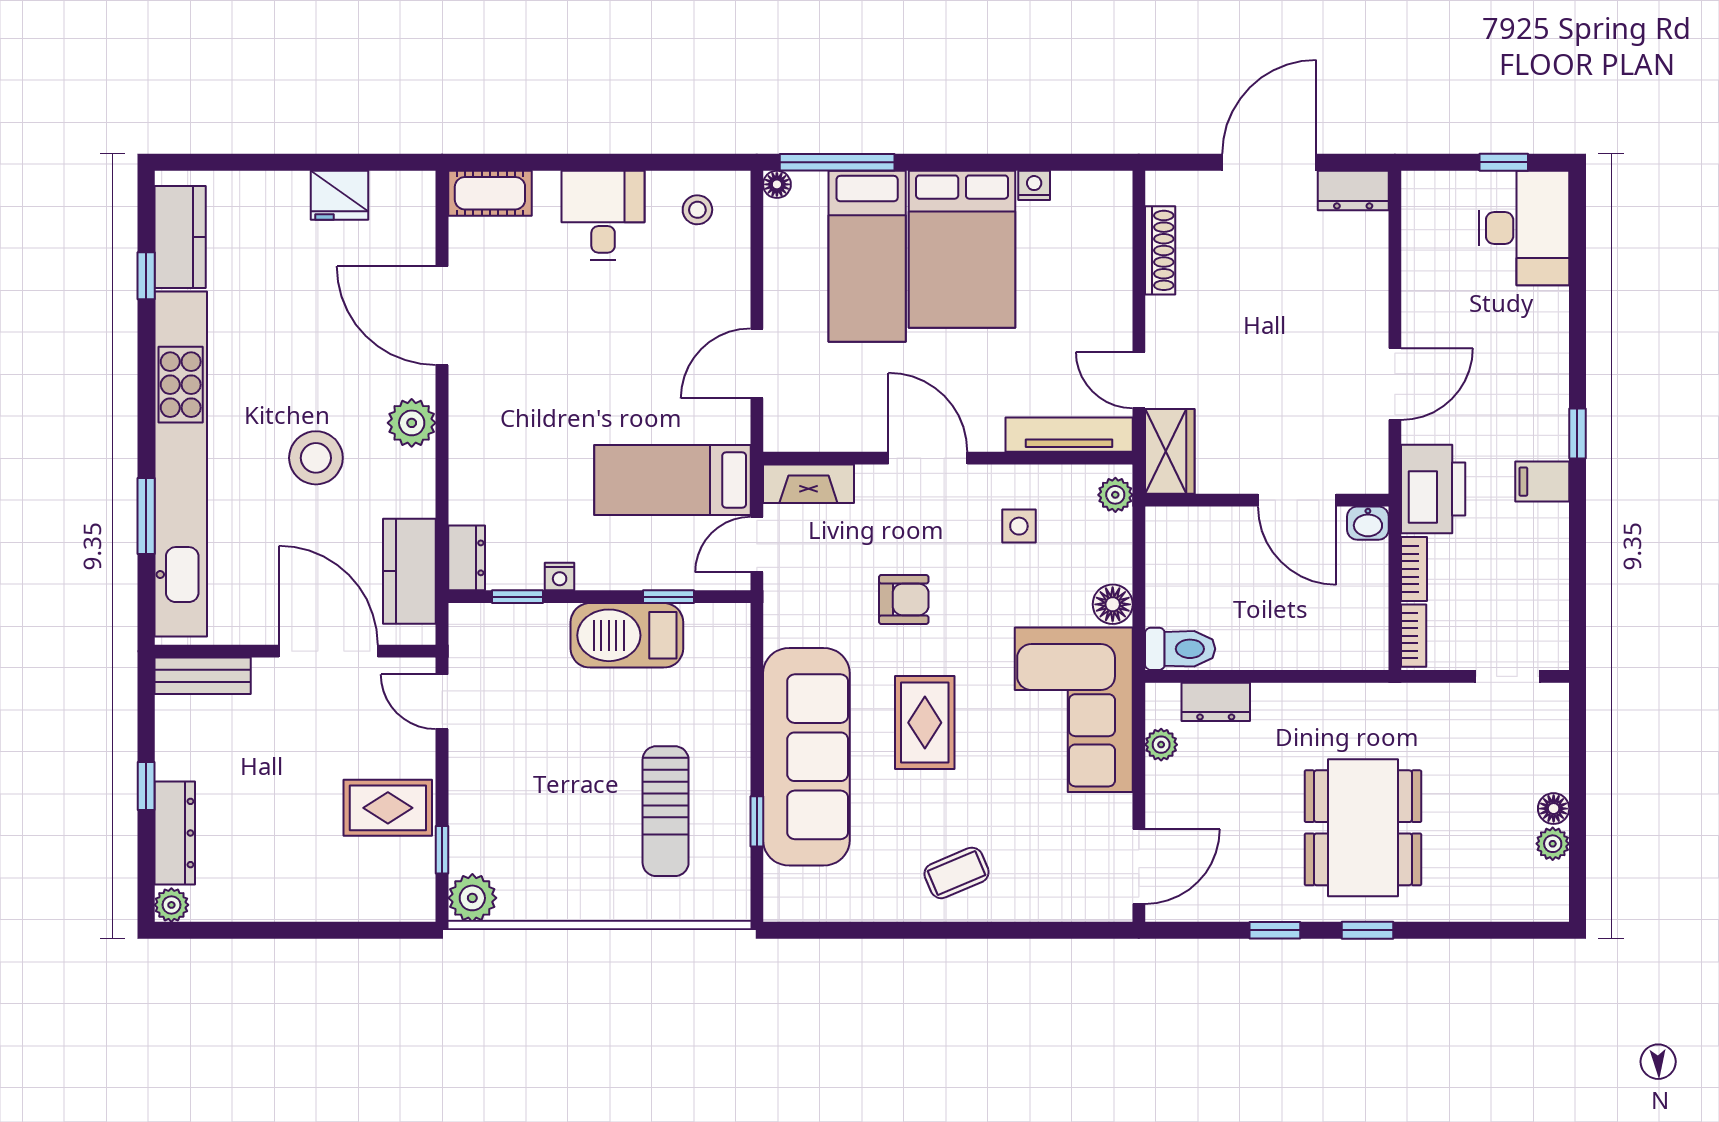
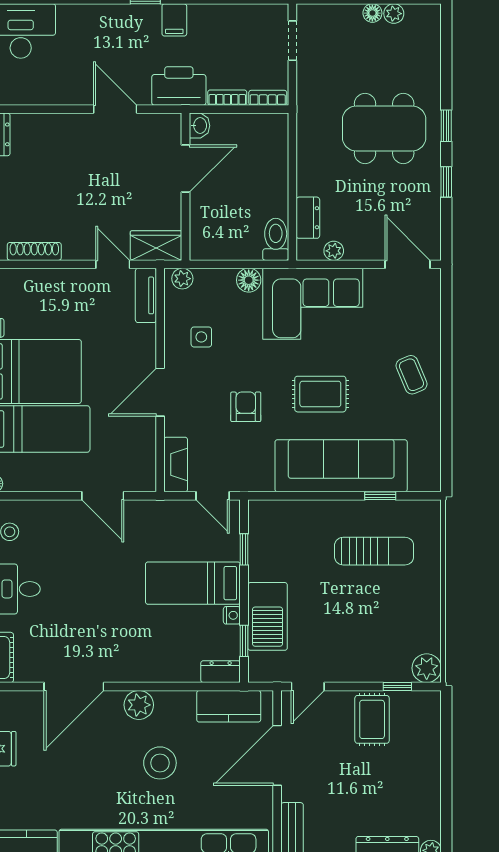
door: (1139, 380) -> (113, 264), swing flipped
tv unit: (1069, 435) -> (146, 295), width x0.71
bed: (672, 480) -> (193, 583), moved, turned 90
barbecue: (627, 635) -> (268, 616), moved

